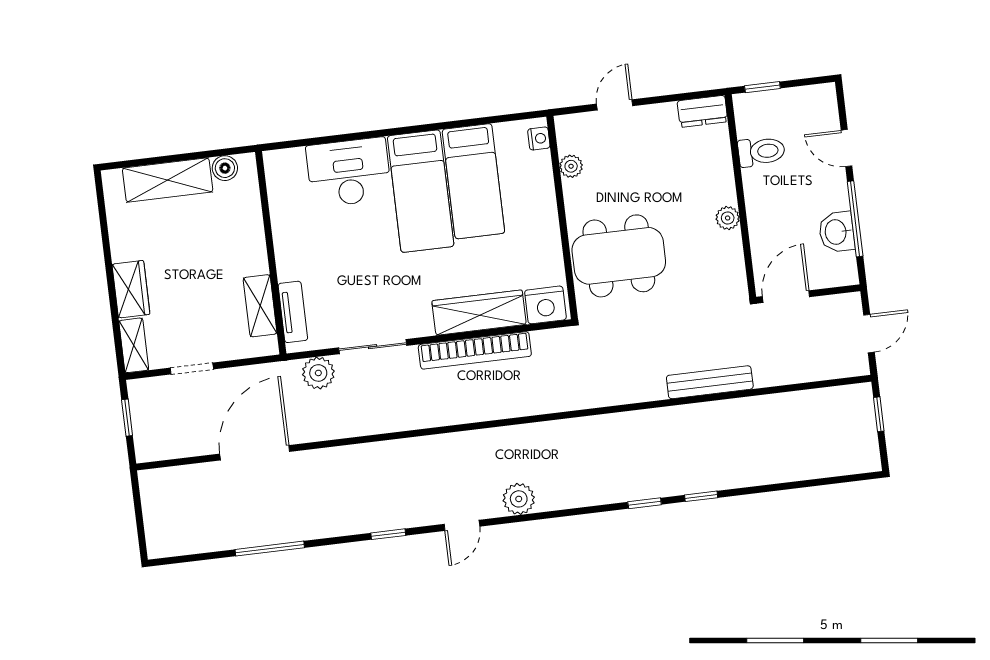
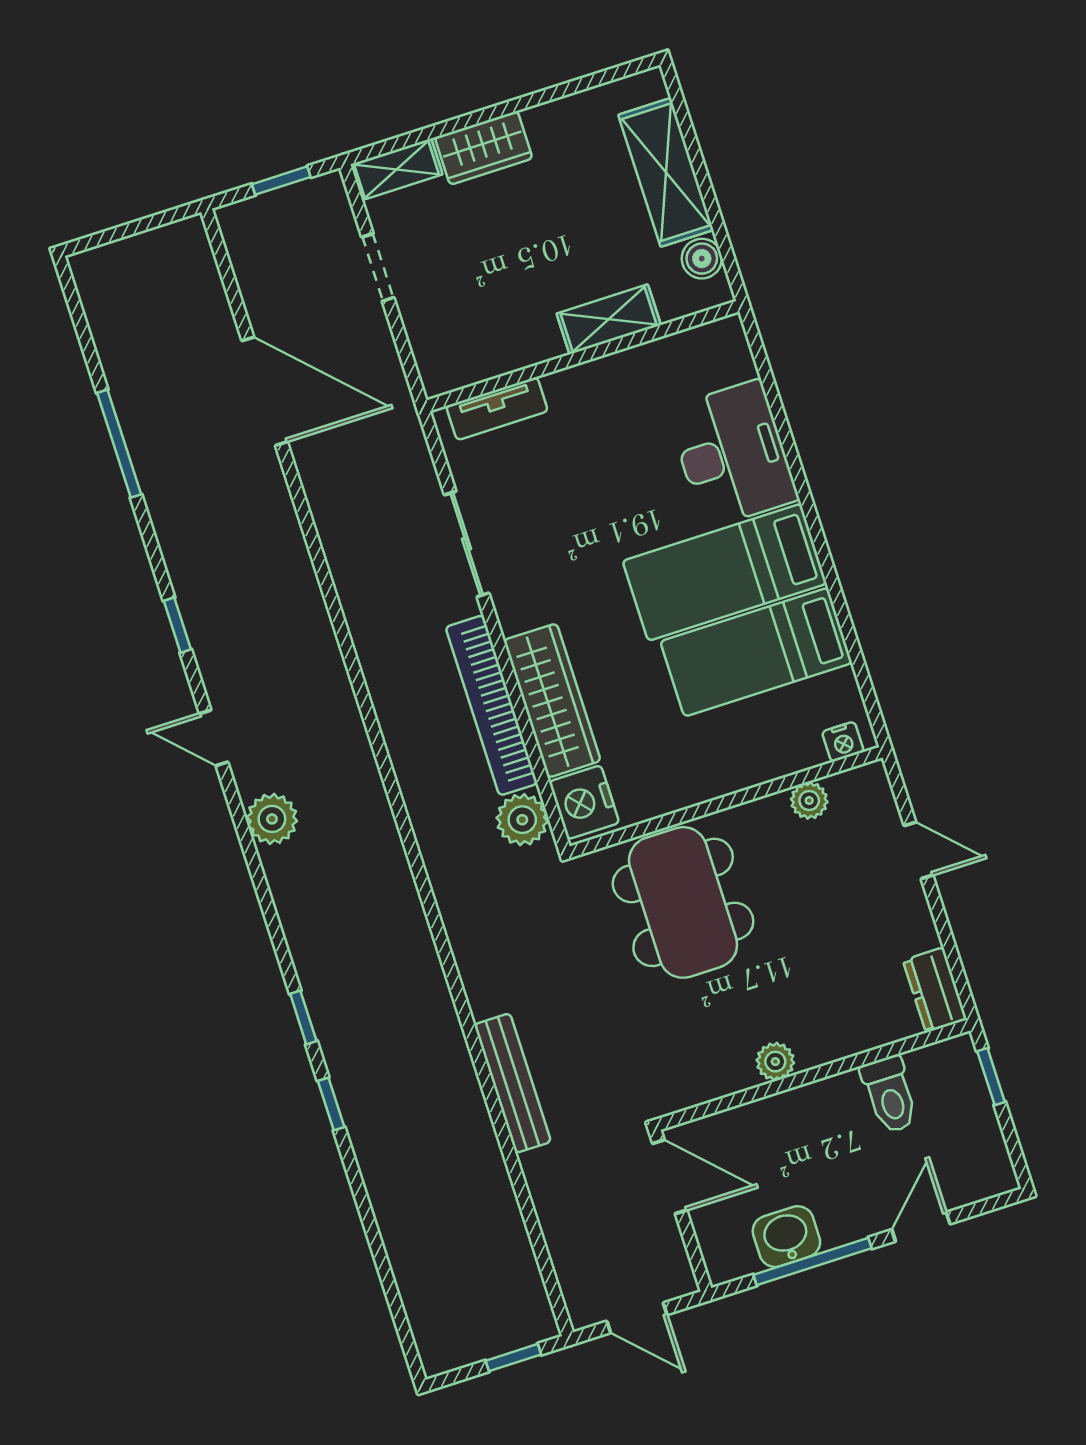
shelving: (260, 306) -> (609, 319), moved
plant: (318, 373) -> (522, 820), moved

